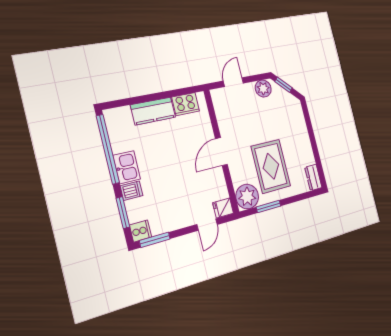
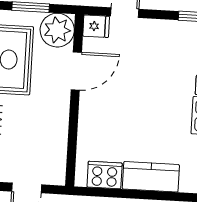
door: (221, 152) -> (76, 71), moved

